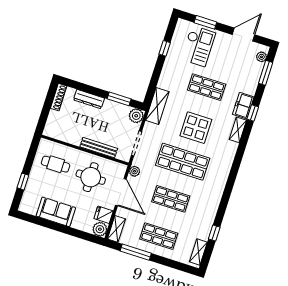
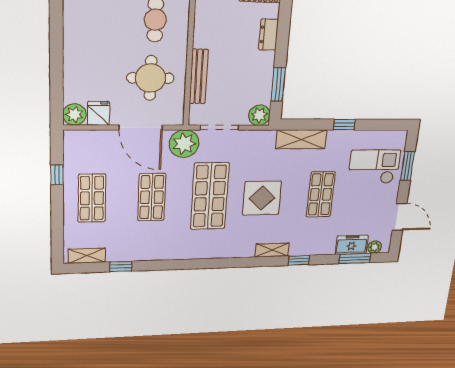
checkout: (198, 46) -> (374, 167), turned 180
window: (165, 48) -> (344, 125), moved
dresser: (89, 99) -> (269, 35), width x0.70
shelving: (157, 106) -> (301, 139), moved
freezer: (243, 106) -> (352, 245), moved
plant: (135, 171) -> (184, 144), width x1.88, depth x1.88
door: (121, 192) -> (141, 127), hinge flipped
sofa: (56, 212) -> (80, 42), removed
shelving: (116, 229) -> (83, 138), removed
window: (136, 252) -> (57, 175), width x0.46

